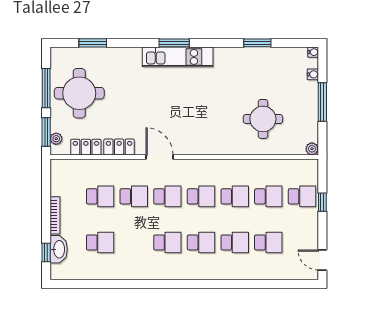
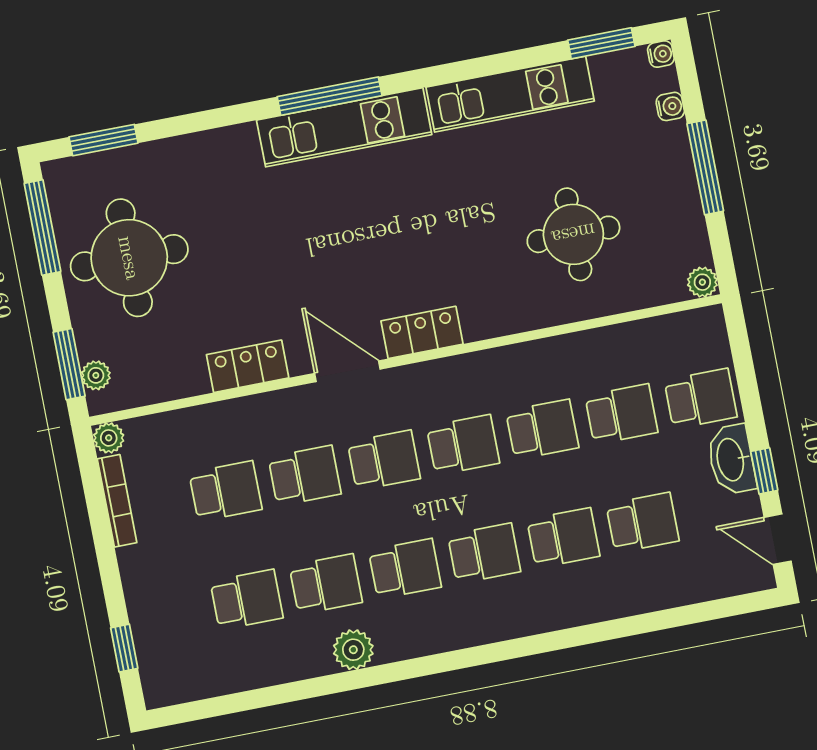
window: (93, 43) -> (103, 140), moved
window: (174, 43) -> (330, 96), width x1.44
window: (257, 43) -> (601, 43), moved
kitchen unit: (248, 57) -> (510, 94), added
window: (46, 88) -> (42, 227), moved
locker: (86, 147) -> (422, 332), moved
plant: (57, 165) -> (109, 438), added
window: (322, 202) -> (764, 471), moved
bookcase: (55, 215) -> (117, 501), moved
school desk: (134, 242) -> (326, 584), added
washbasin: (59, 249) -> (731, 459), moved, turned 180
plant: (140, 271) -> (353, 650), added

